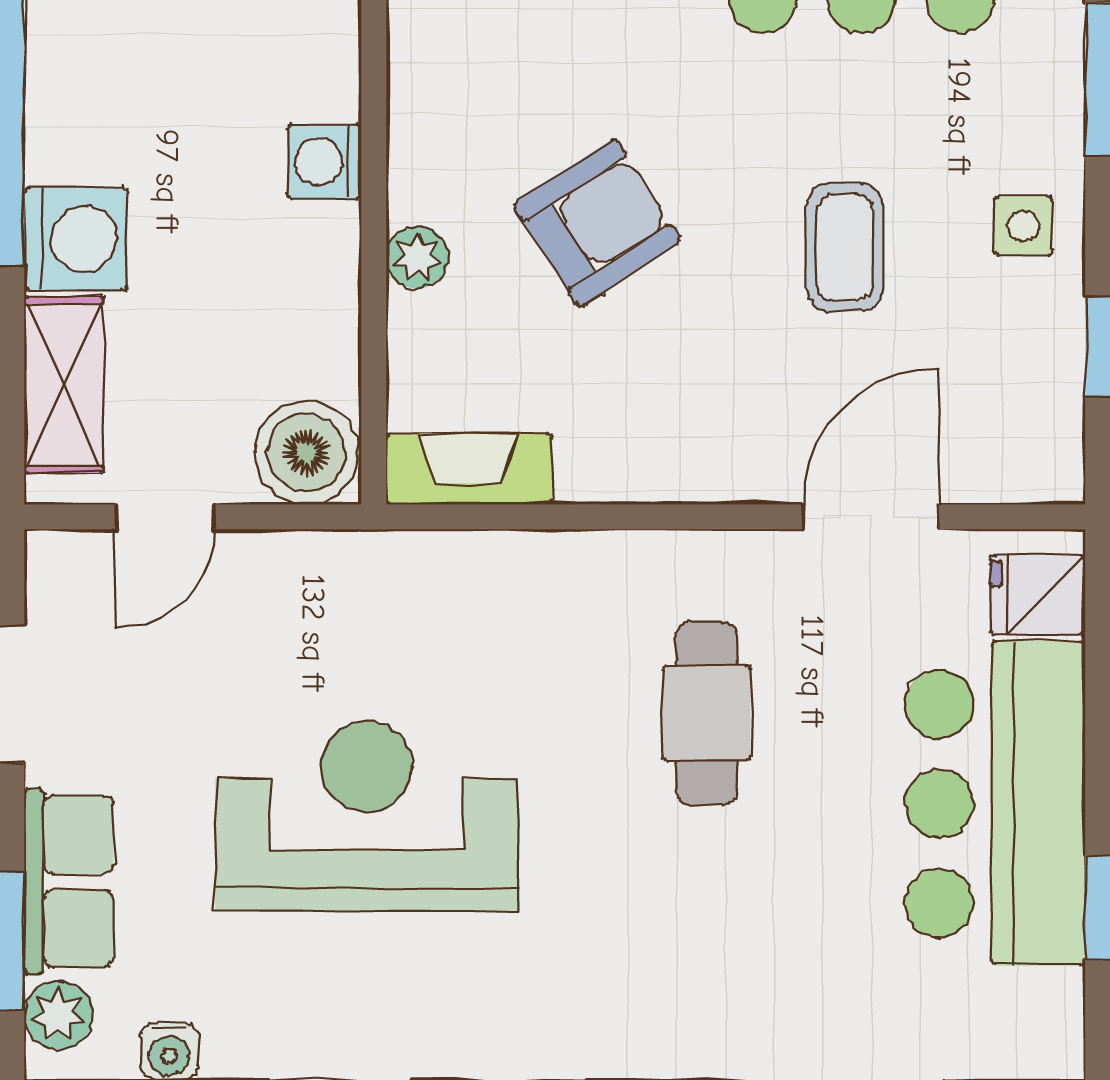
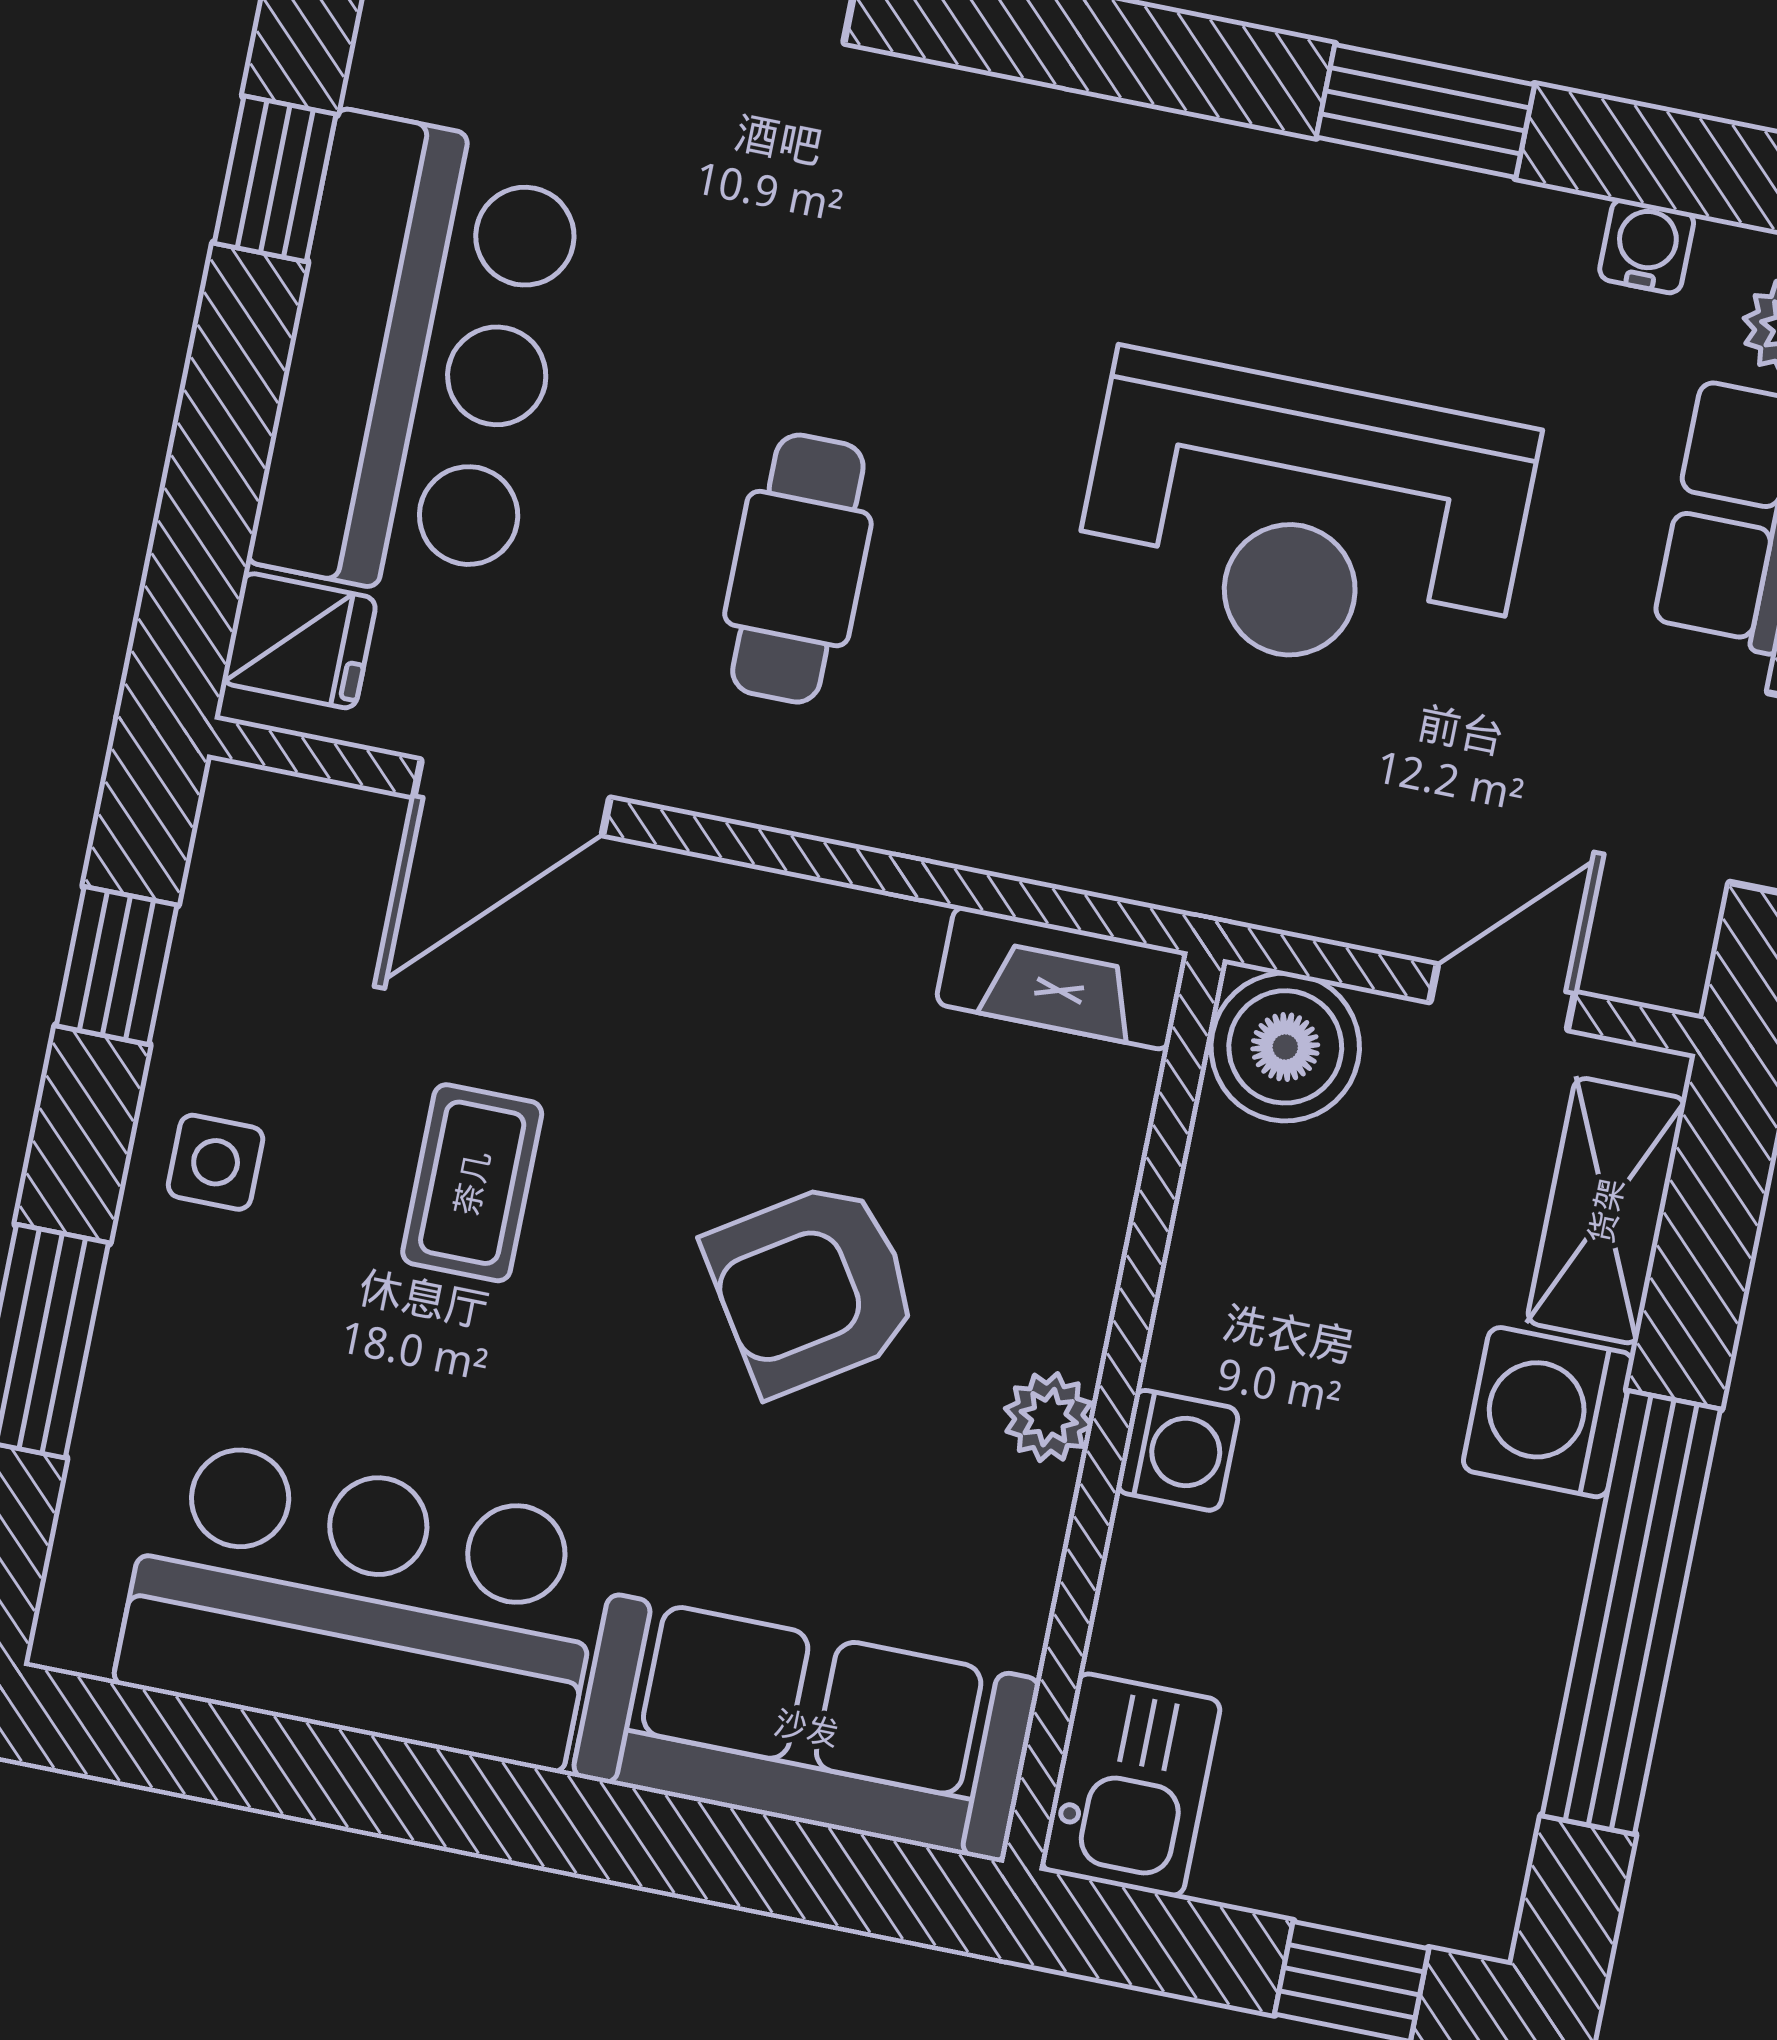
plant: (417, 257) -> (1049, 1417), moved

